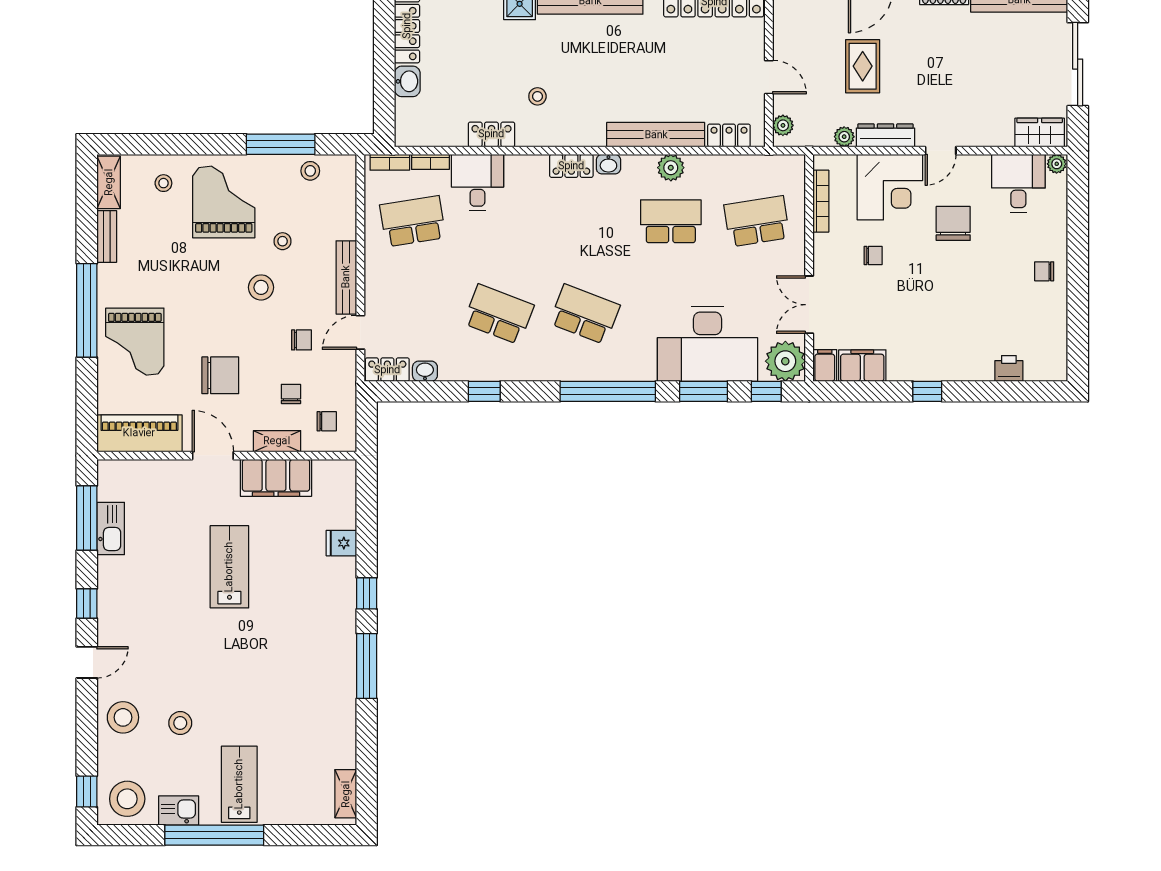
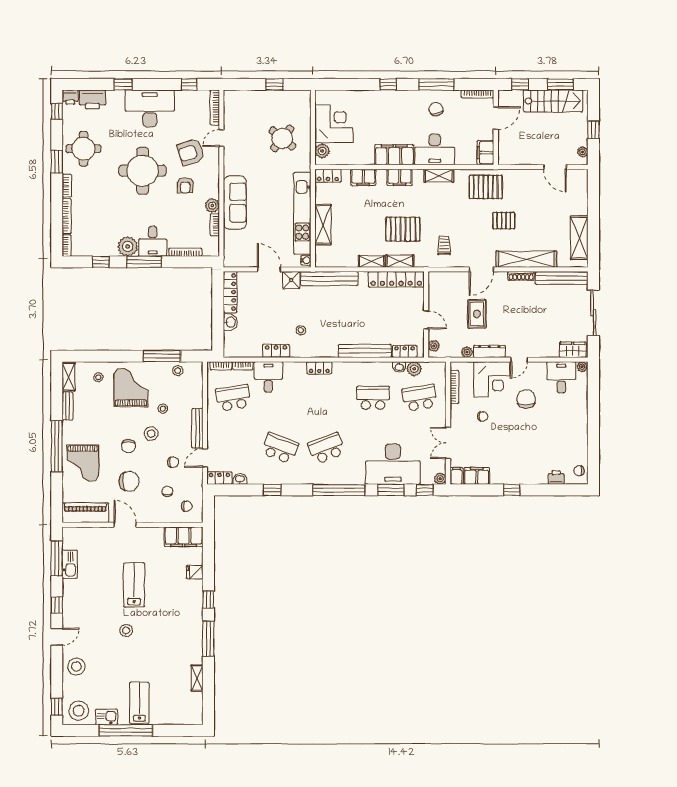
washbasin: (608, 164) -> (399, 367), moved
plant: (671, 168) -> (414, 369), moved
chair: (1044, 271) -> (579, 471), moved
chair: (219, 310) -> (129, 446), added
school desk: (585, 314) -> (326, 448), turned -42
plant: (785, 361) -> (440, 479), width x0.53, depth x0.53
shelving: (277, 441) -> (160, 517), removed
filing cabinet: (276, 478) -> (184, 537), moved
stool: (180, 723) -> (126, 630), moved
shelving: (346, 794) -> (197, 678), moved

